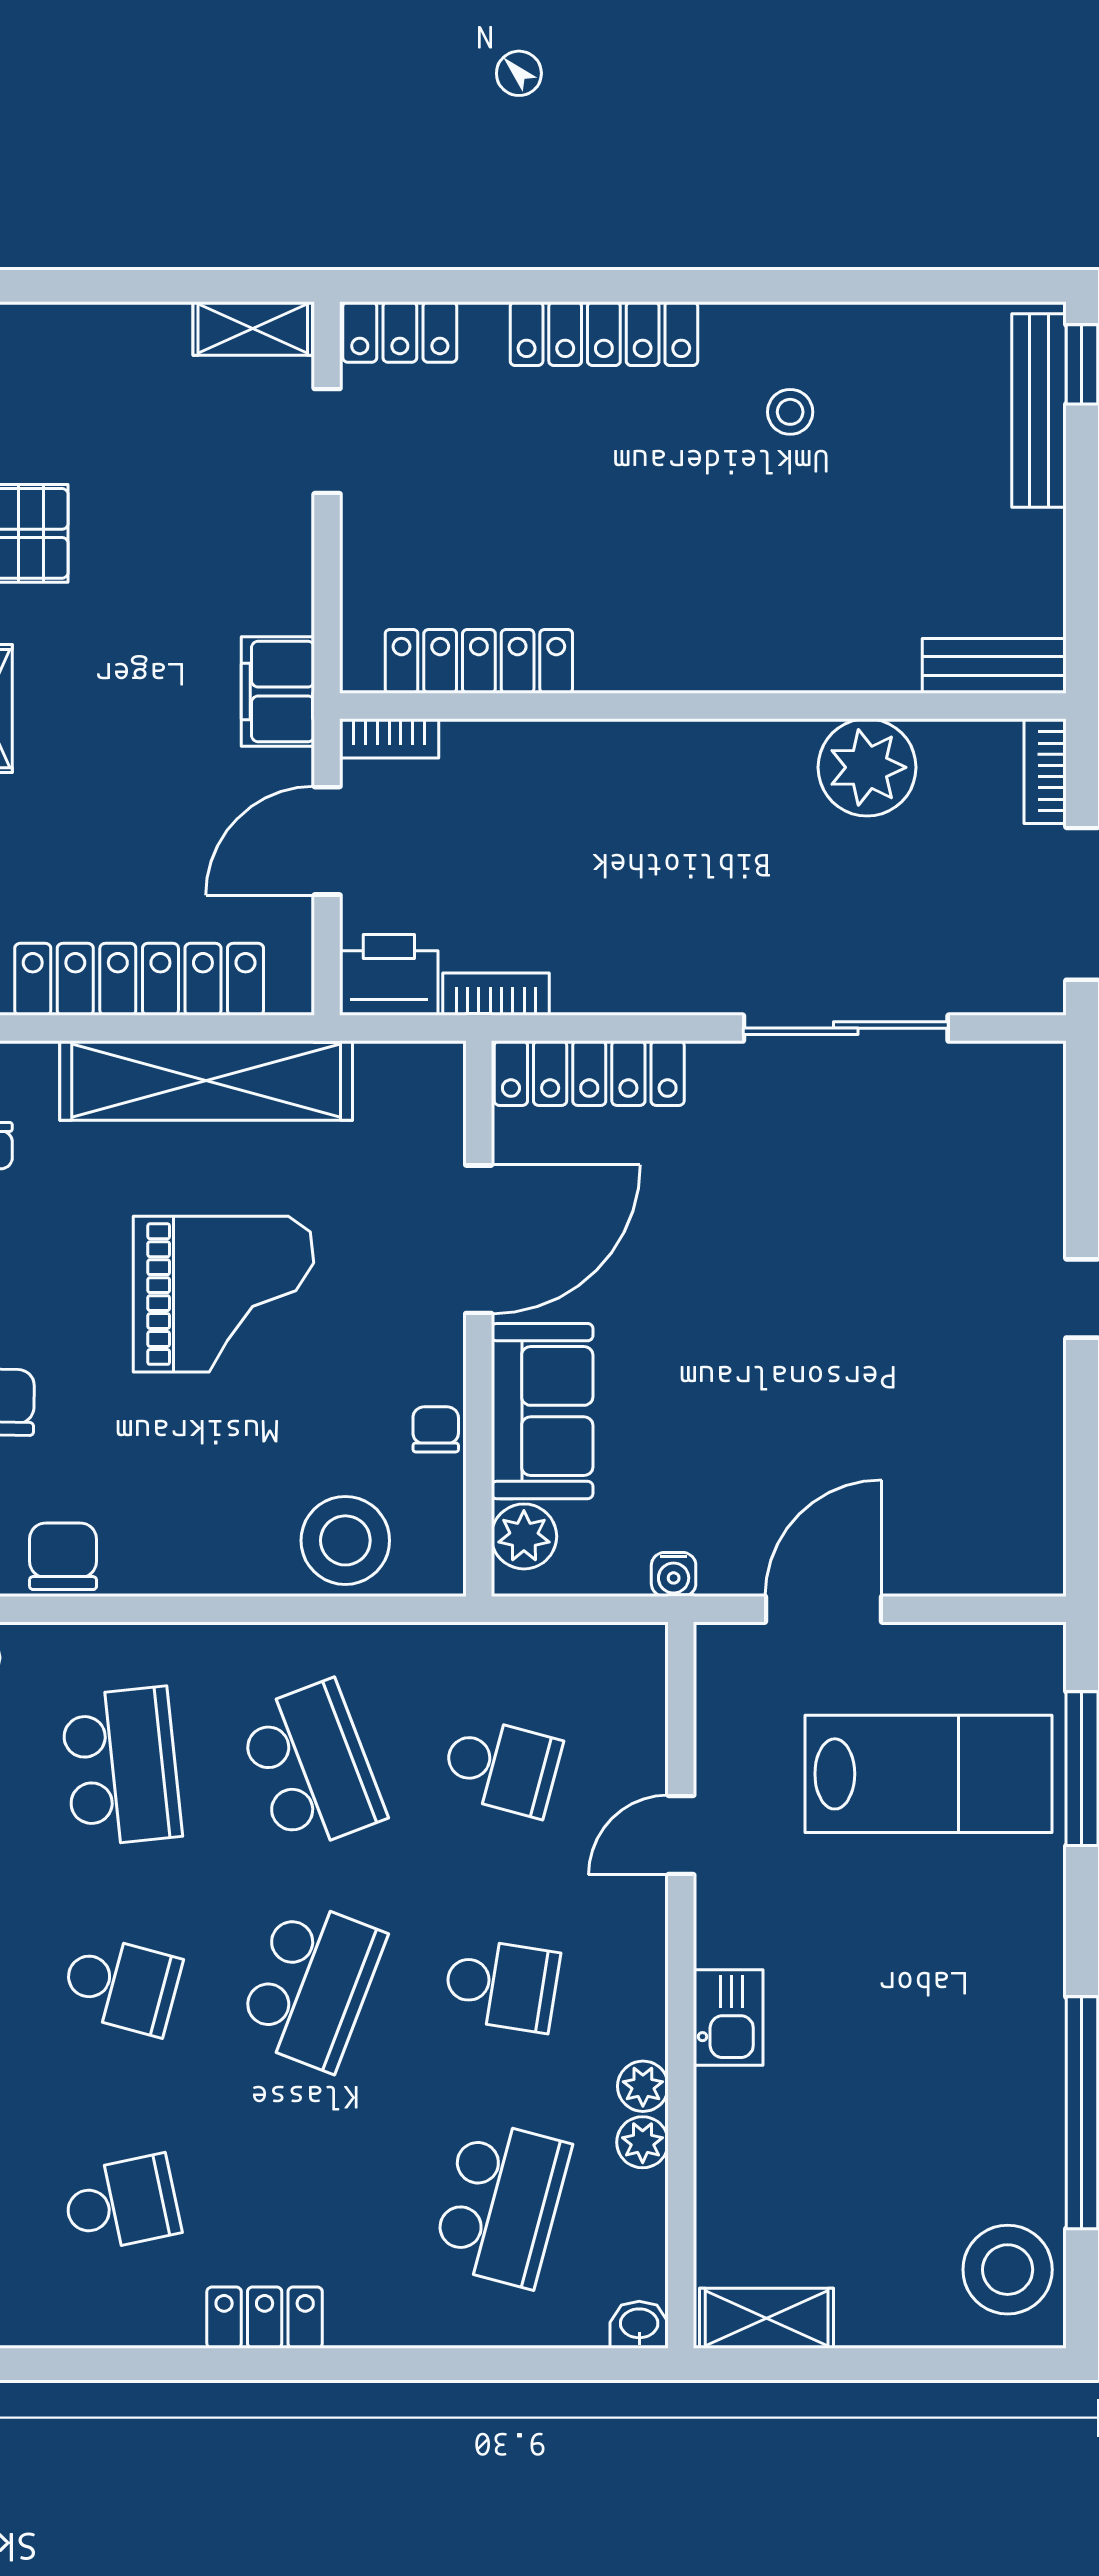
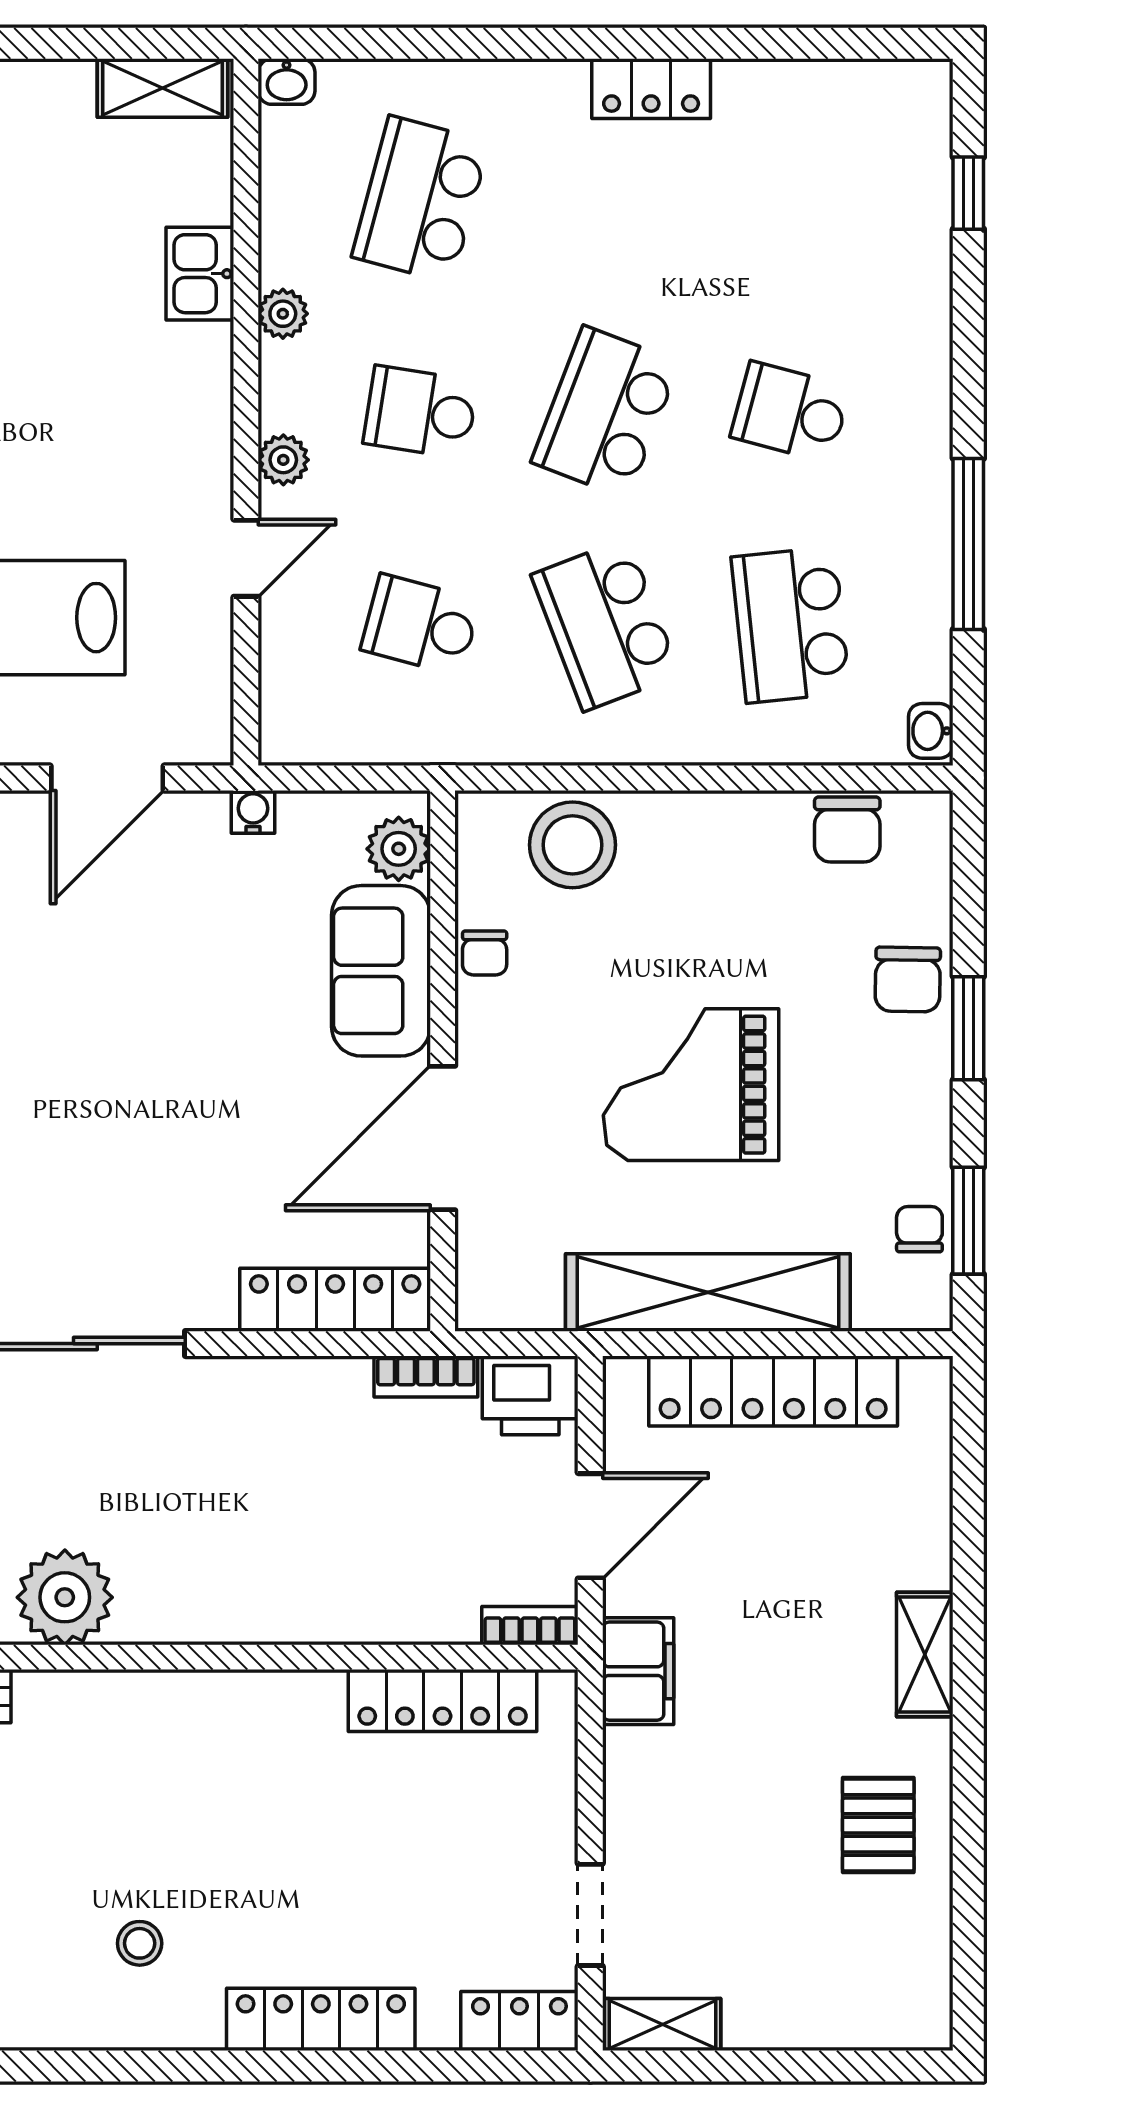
kitchen sink: (728, 2017) -> (200, 274), moved
plant: (643, 2142) -> (283, 460), moved
school desk: (121, 2204) -> (791, 200), removed

